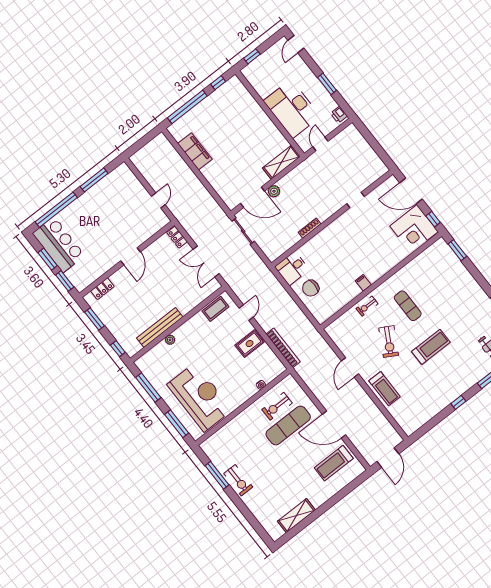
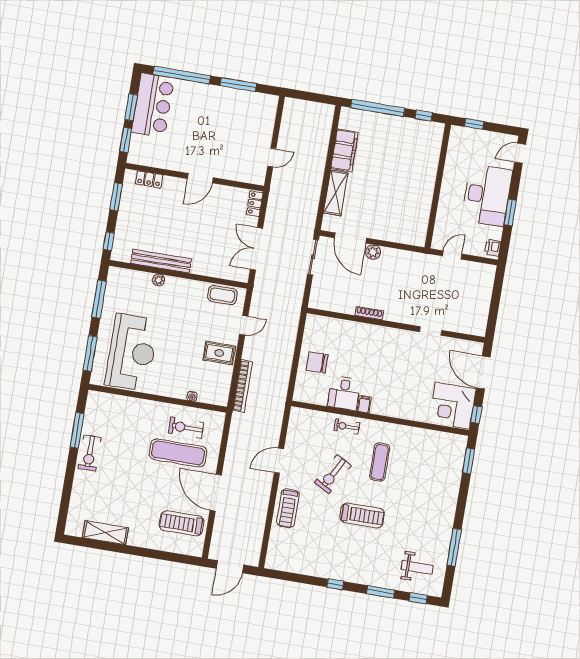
desk: (292, 109) -> (487, 195), moved, turned 180
shelving: (281, 162) -> (336, 193), moved, turned 90
desk: (292, 268) -> (344, 393), moved, turned -90

